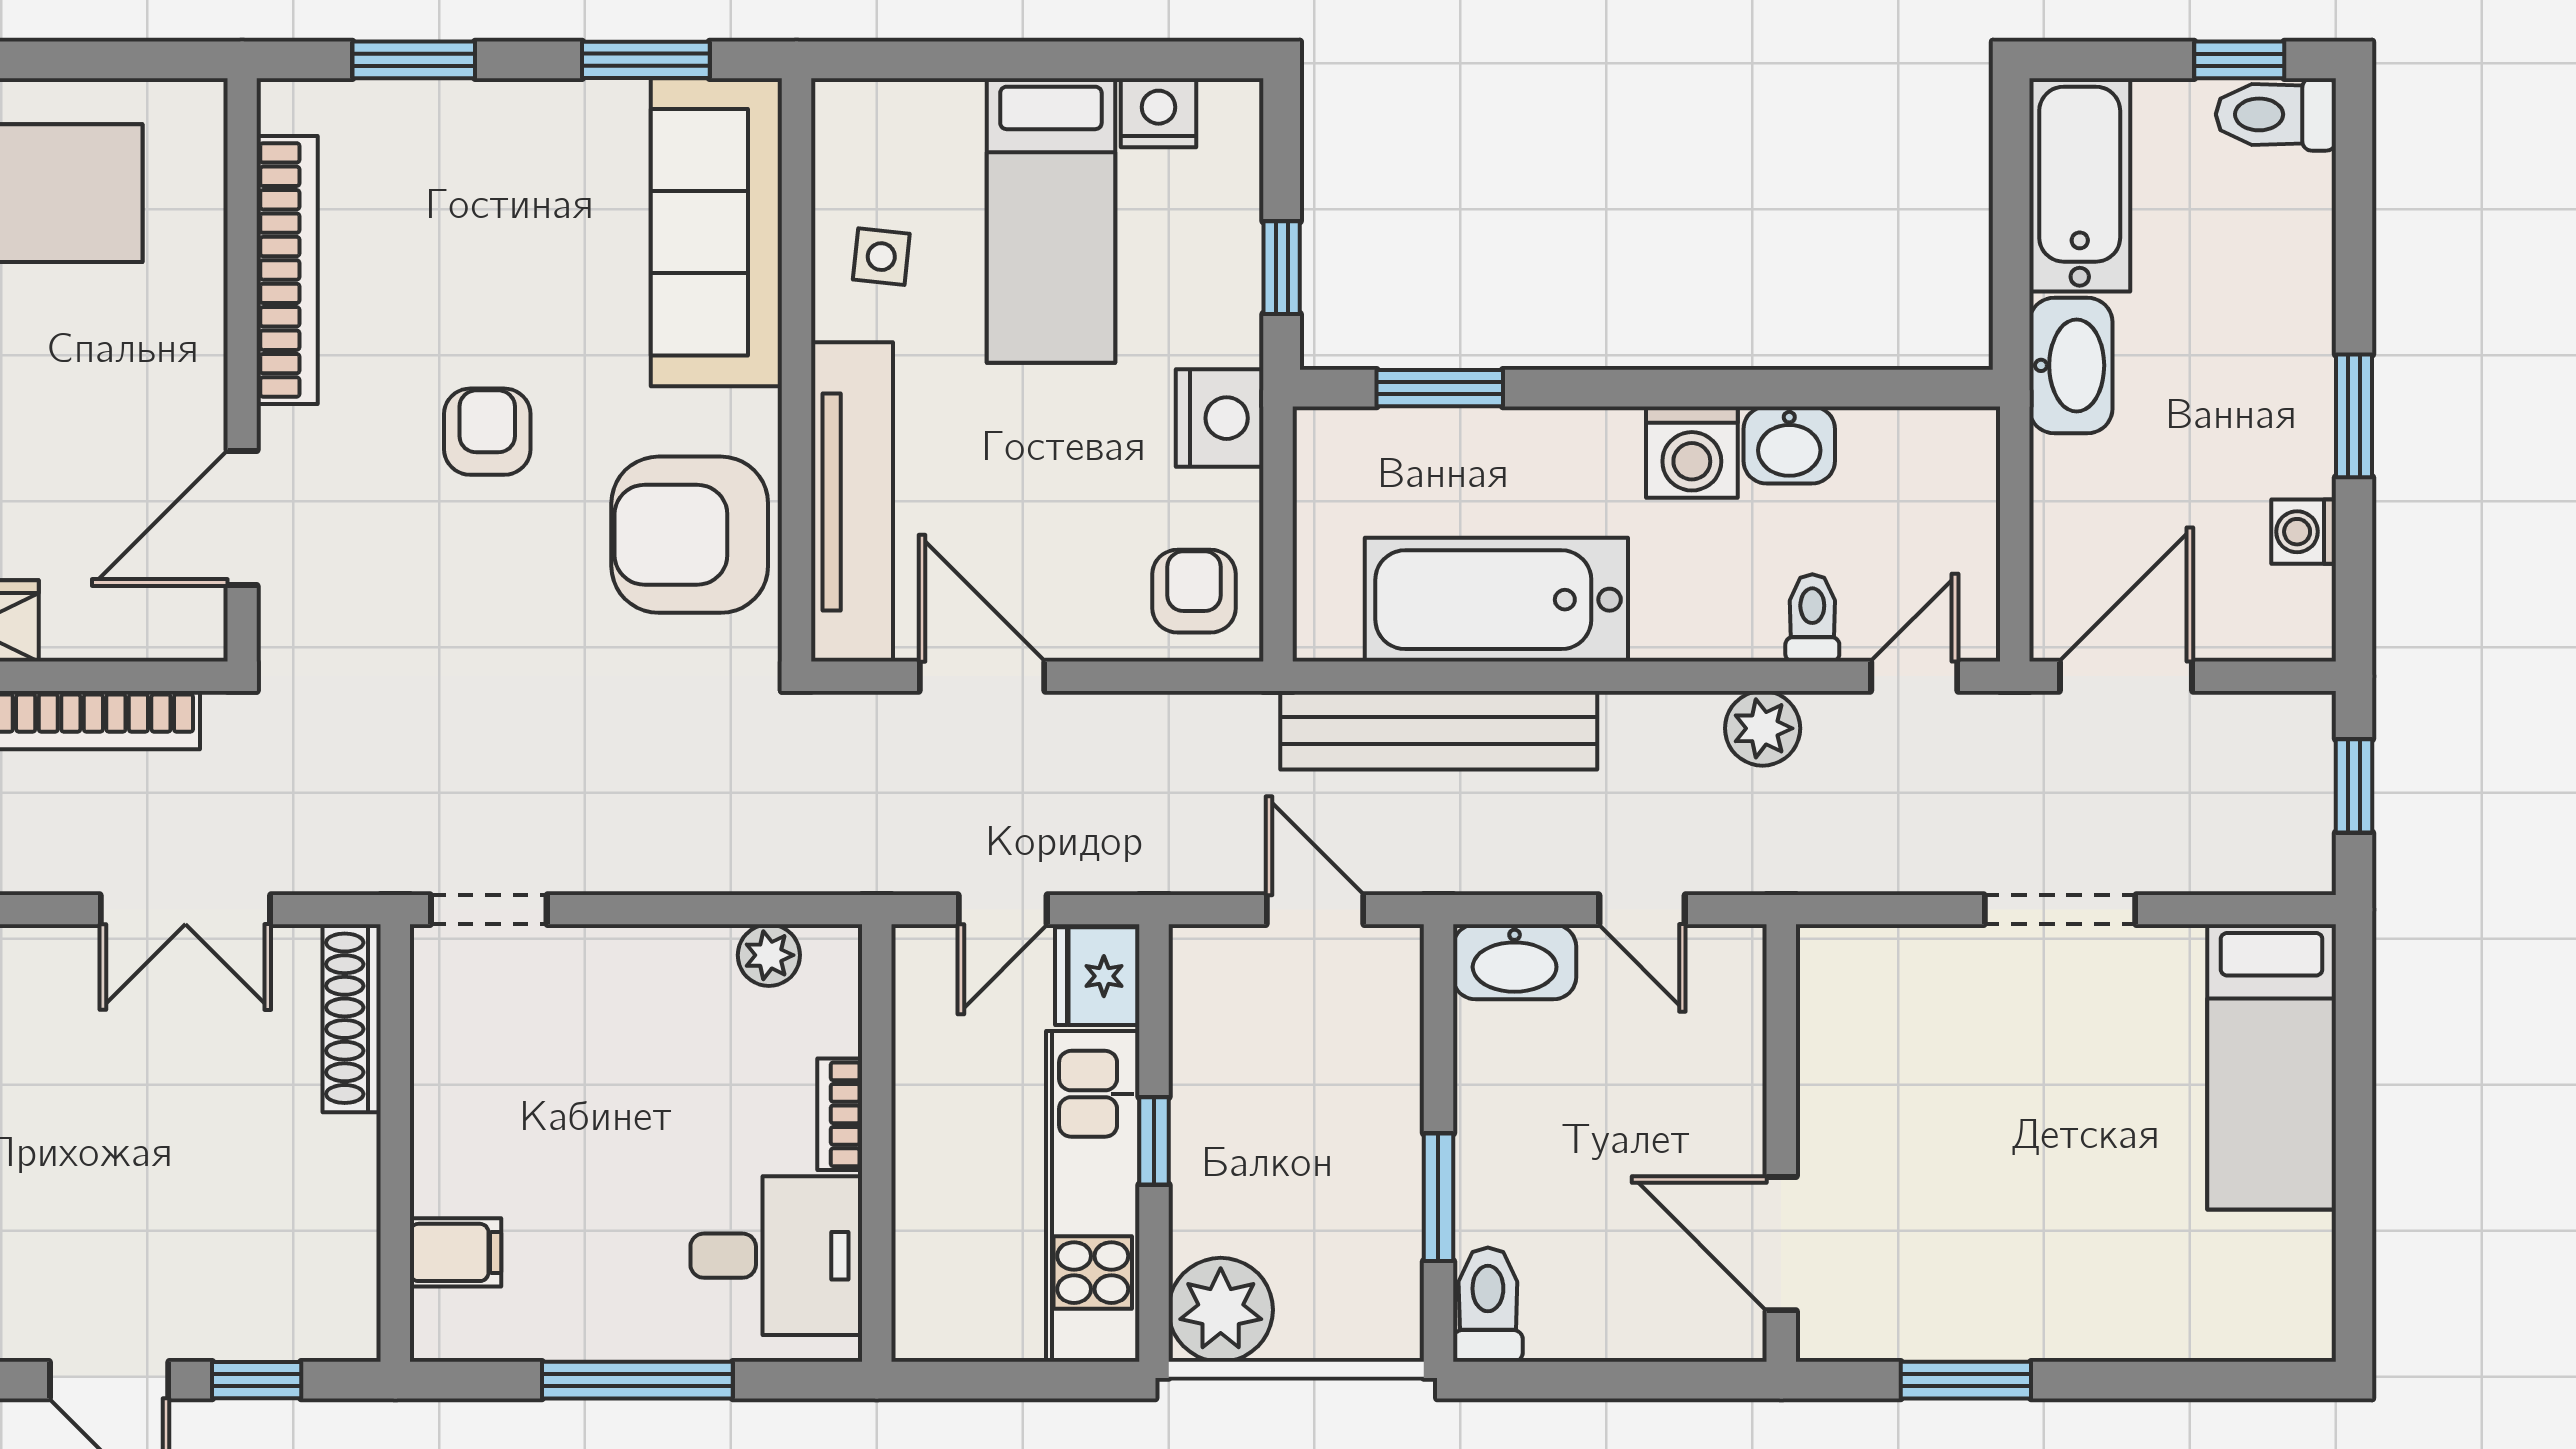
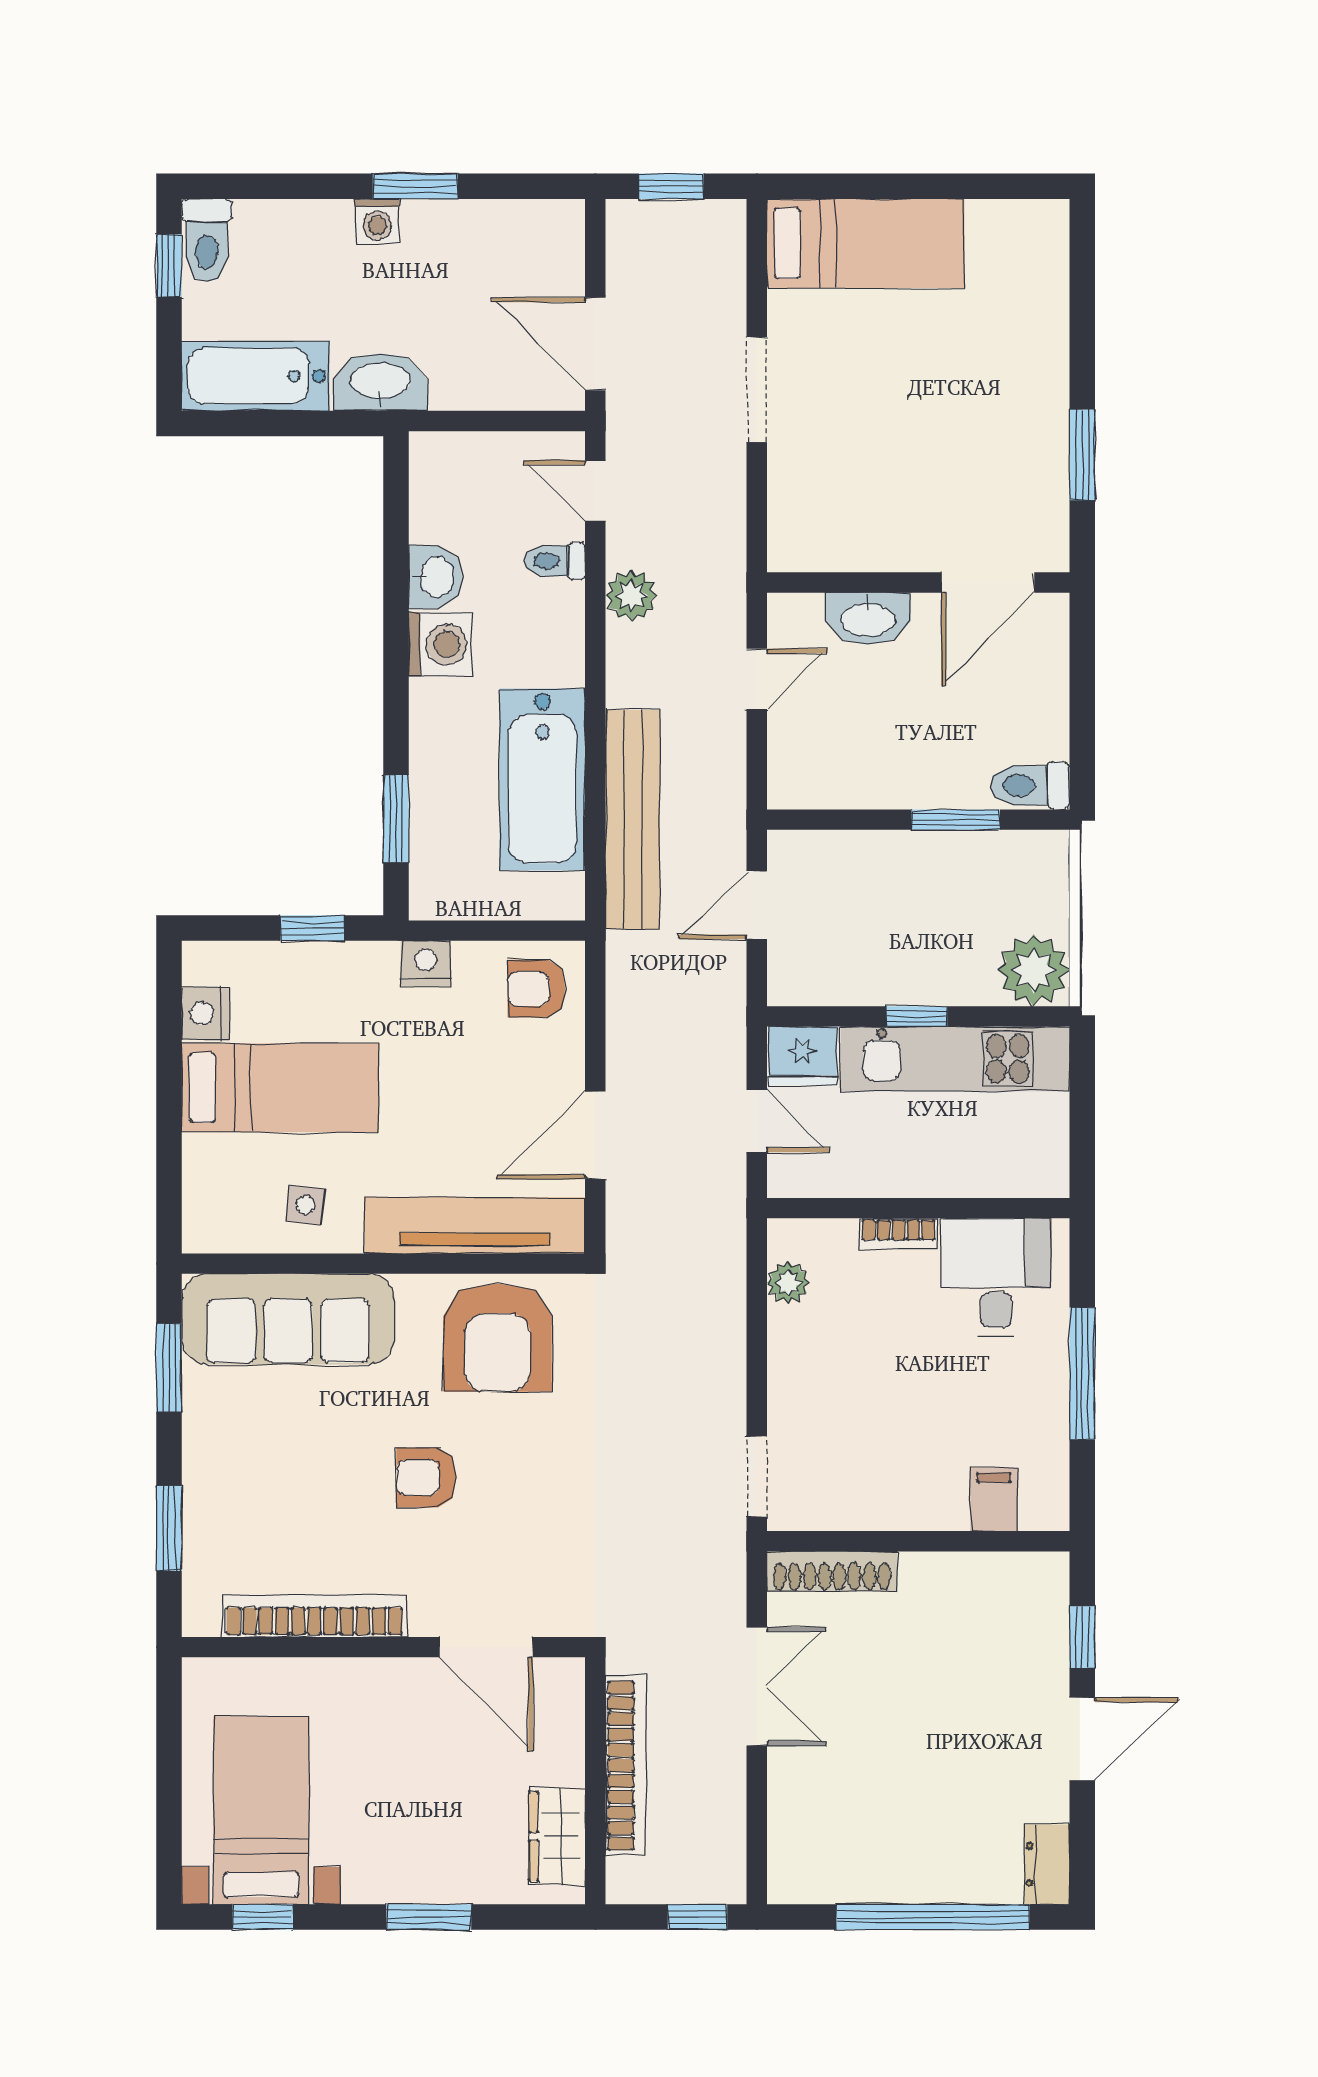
nightstand: (1220, 418) -> (426, 964), width x0.74, depth x0.75
washing machine: (2304, 532) -> (377, 221), moved
washbasin: (1515, 962) -> (868, 619), moved, turned 90

